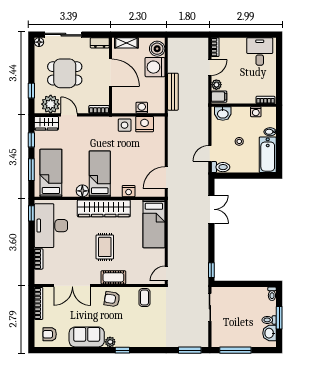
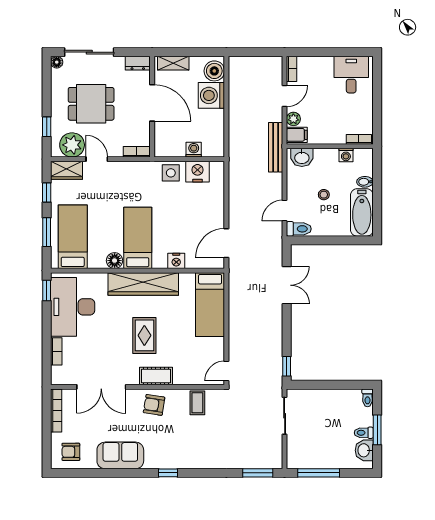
bench: (173, 92) -> (276, 147), moved
plant: (110, 342) -> (152, 462), removed

